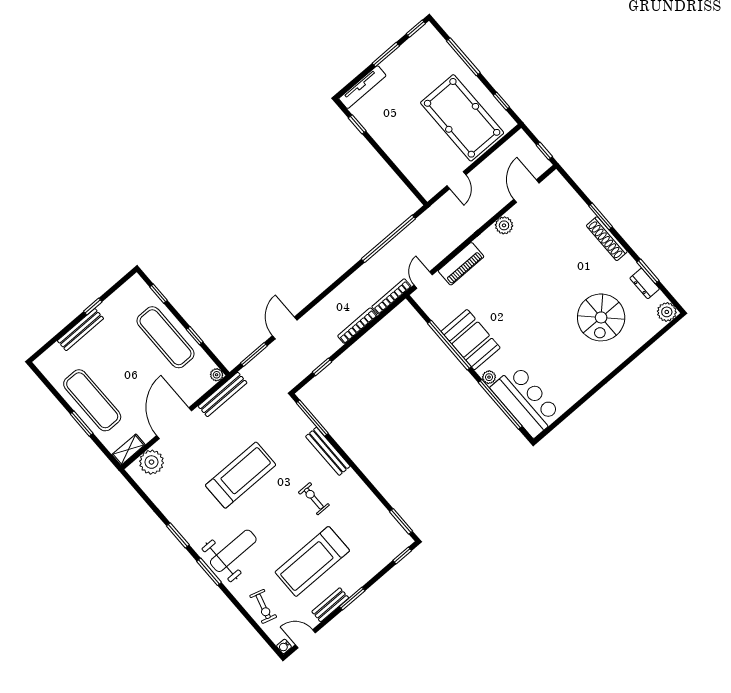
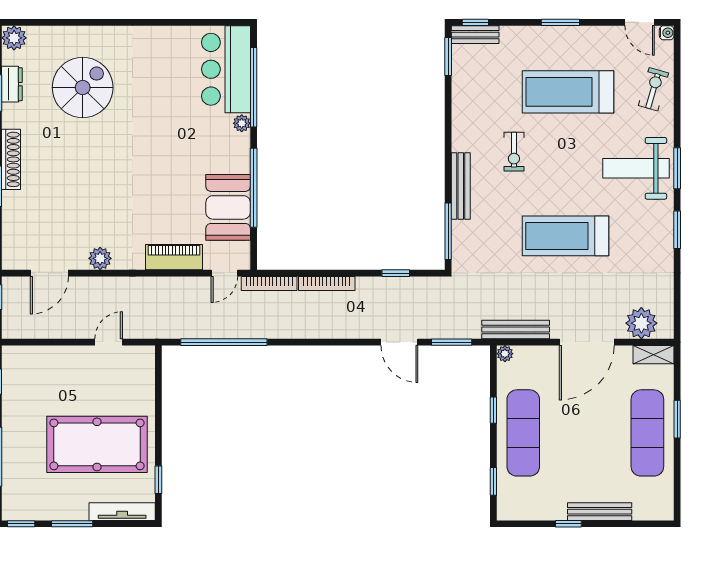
pool table: (462, 118) -> (97, 444), moved, turned 90
door: (285, 328) -> (399, 342), hinge flipped
booth: (471, 340) -> (228, 207), moved
treadmill: (312, 561) -> (568, 92), turned 180
bench: (330, 605) -> (475, 35), moved

